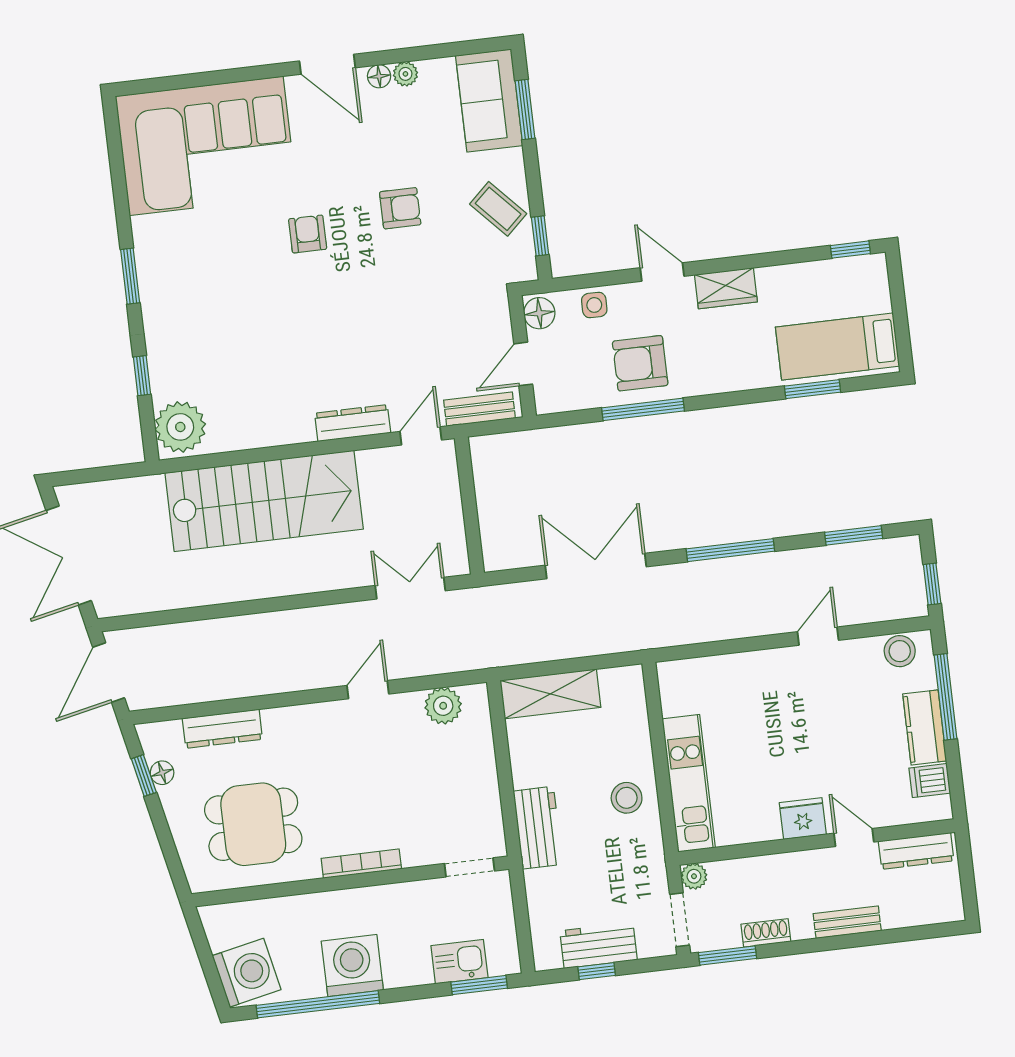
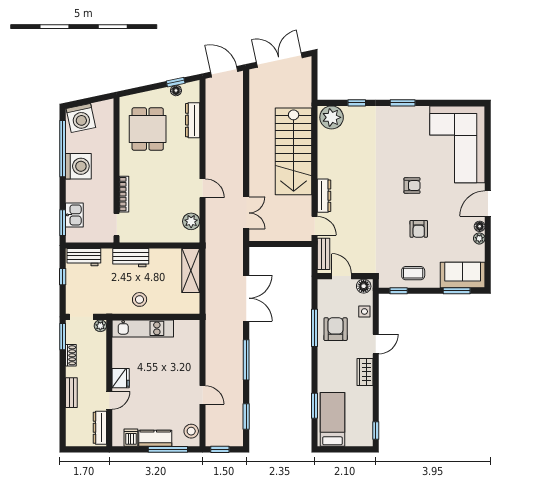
coffee table: (498, 209) -> (413, 273), turned 43
bookcase: (361, 864) -> (124, 194), moved
workbench: (598, 945) -> (84, 257), moved, turned 90

